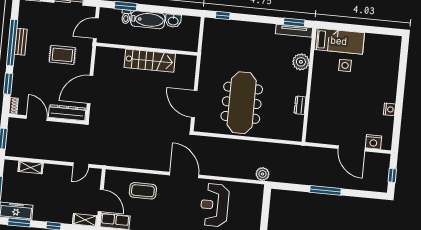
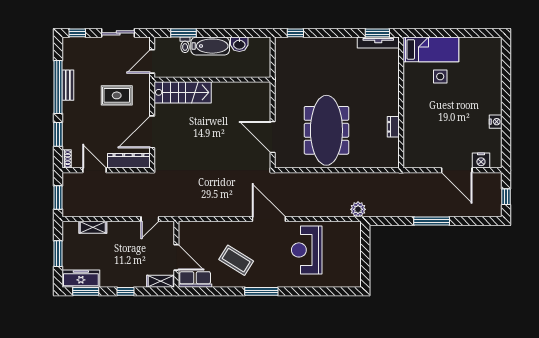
stairs: (150, 61) -> (183, 92), moved
plant: (301, 62) -> (390, 77), removed
coffee table: (143, 191) -> (236, 260), moved, turned 32

